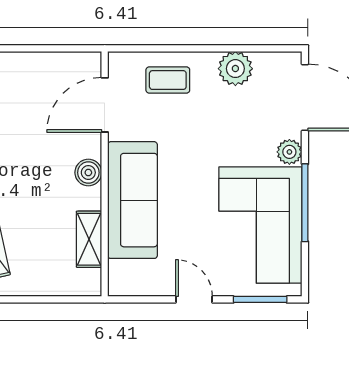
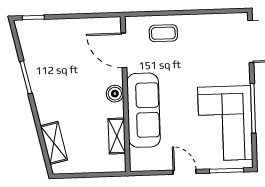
plant: (235, 69) -> (206, 25), removed
door: (105, 105) -> (124, 50), hinge flipped
plant: (289, 152) -> (242, 76), removed

